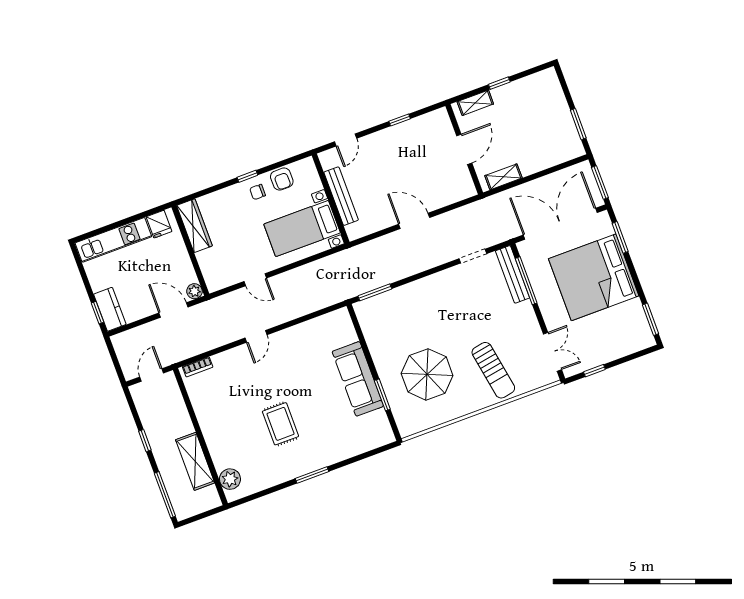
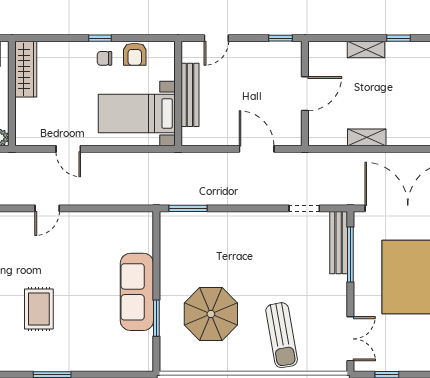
door: (464, 149) -> (305, 94), moved
wall: (464, 149) -> (305, 93), moved

